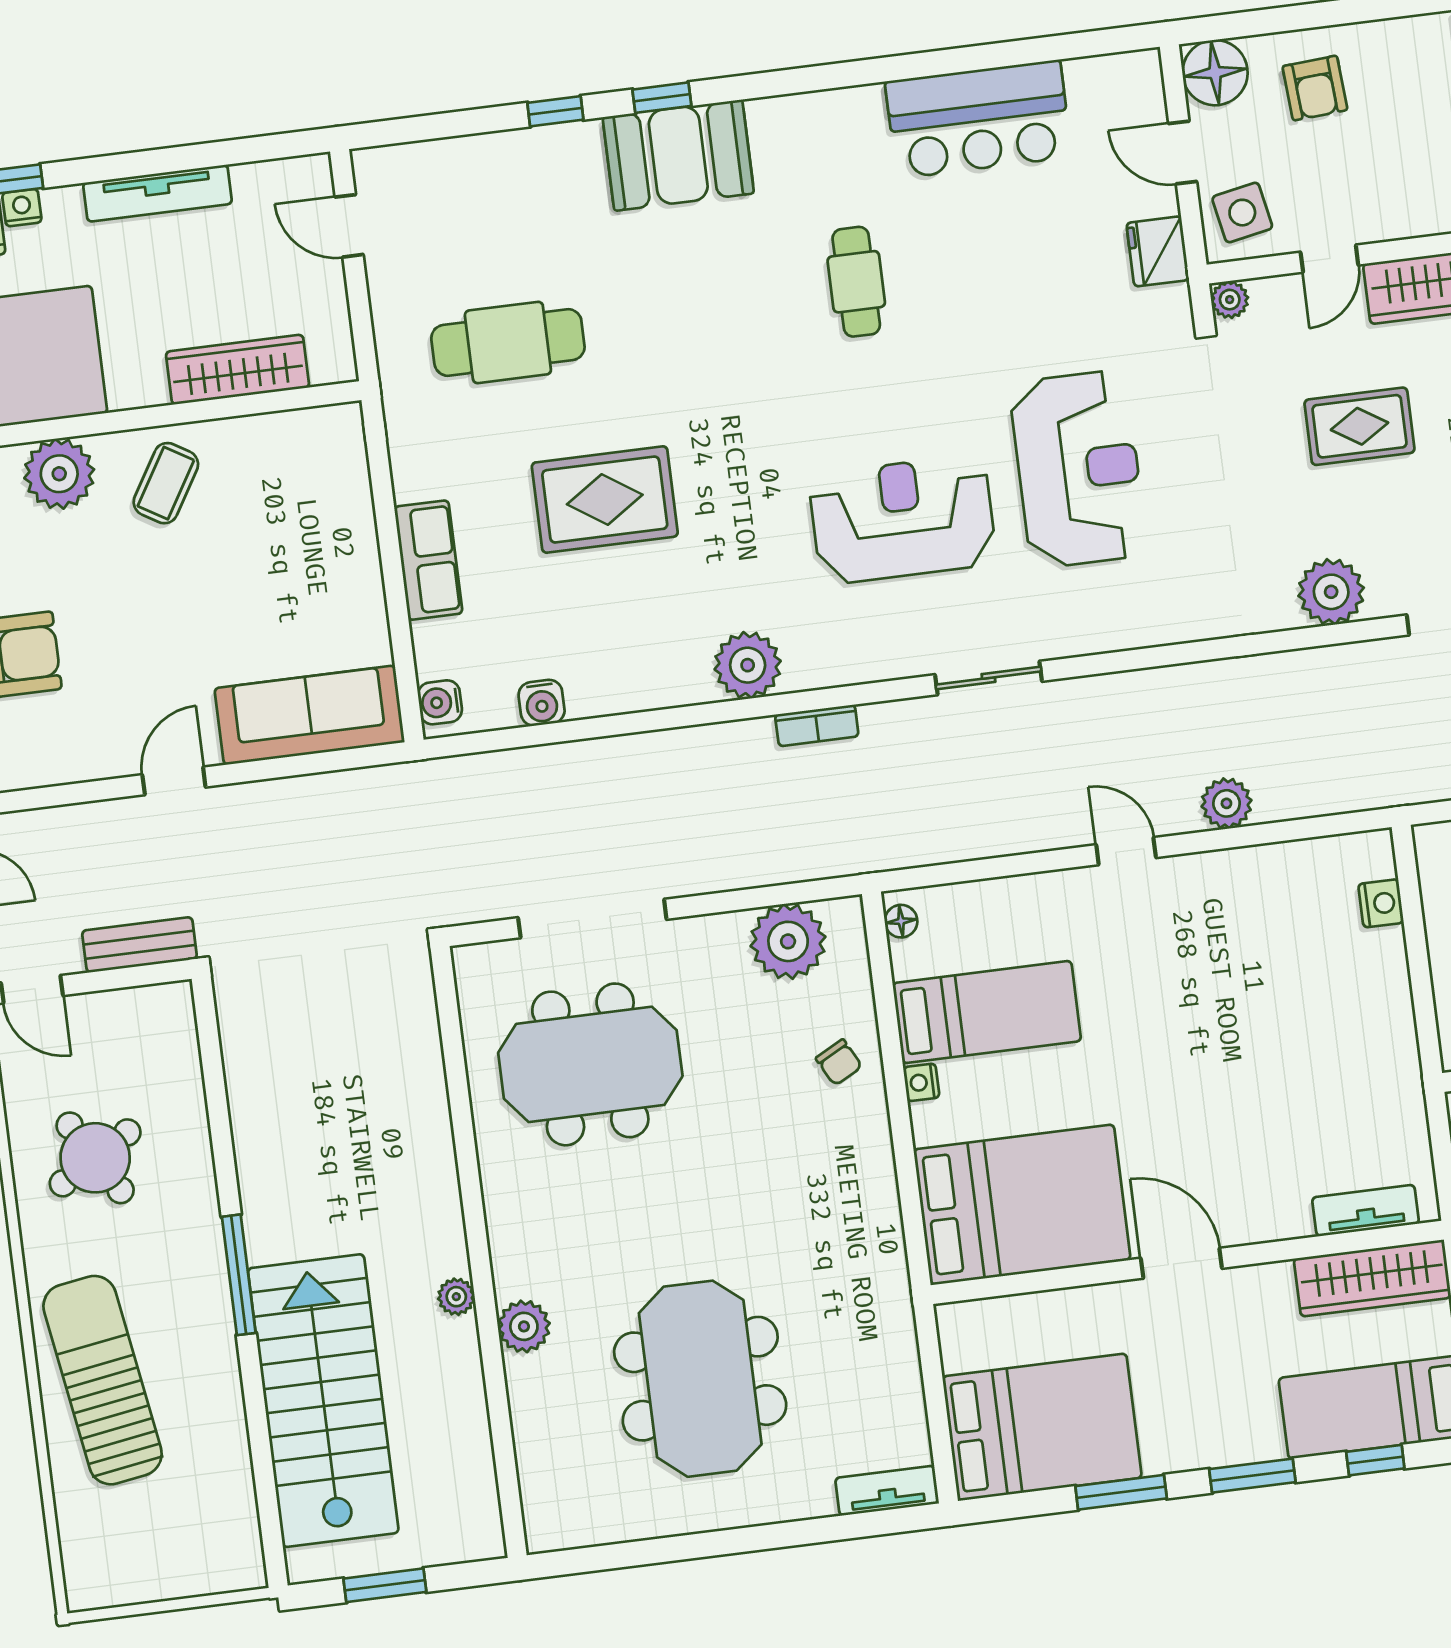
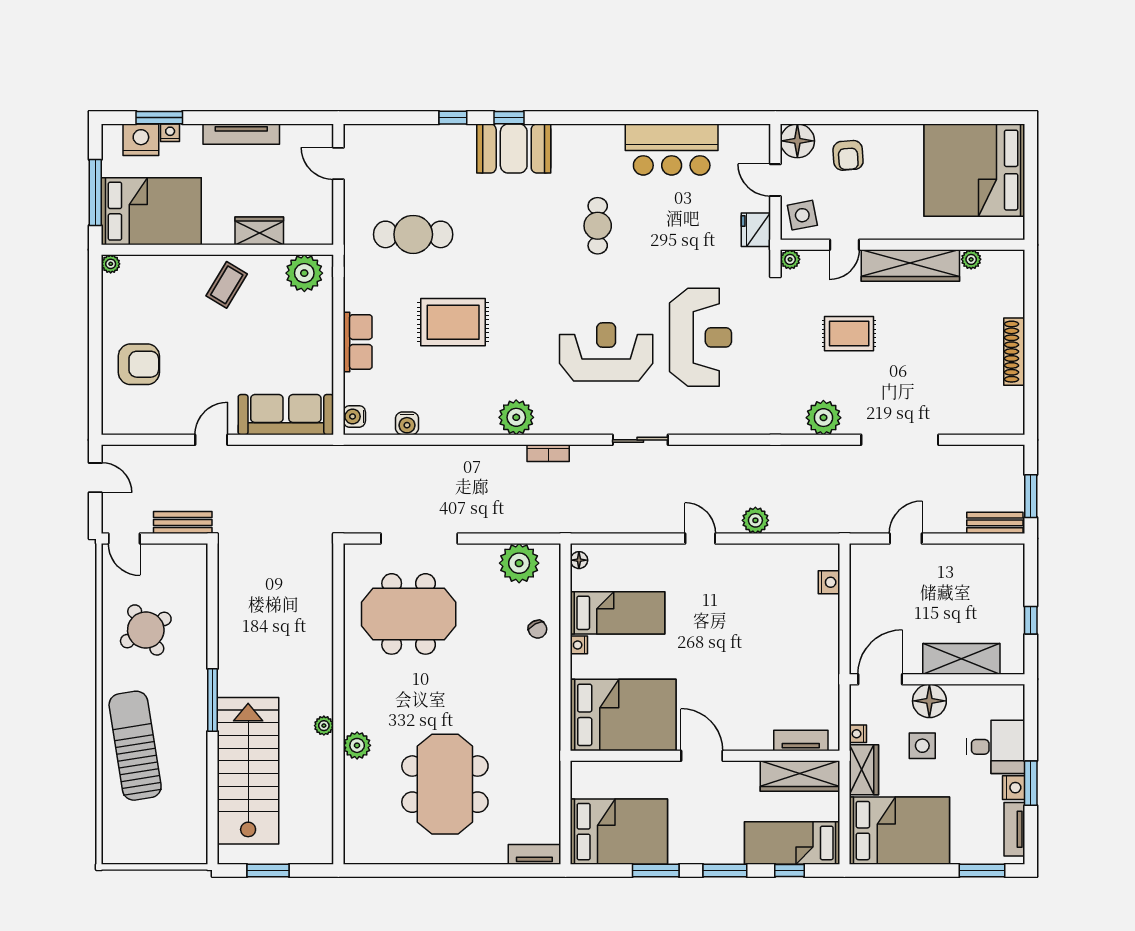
wardrobe: (238, 370) -> (259, 231), width x0.67
plant: (59, 474) -> (304, 273), moved

